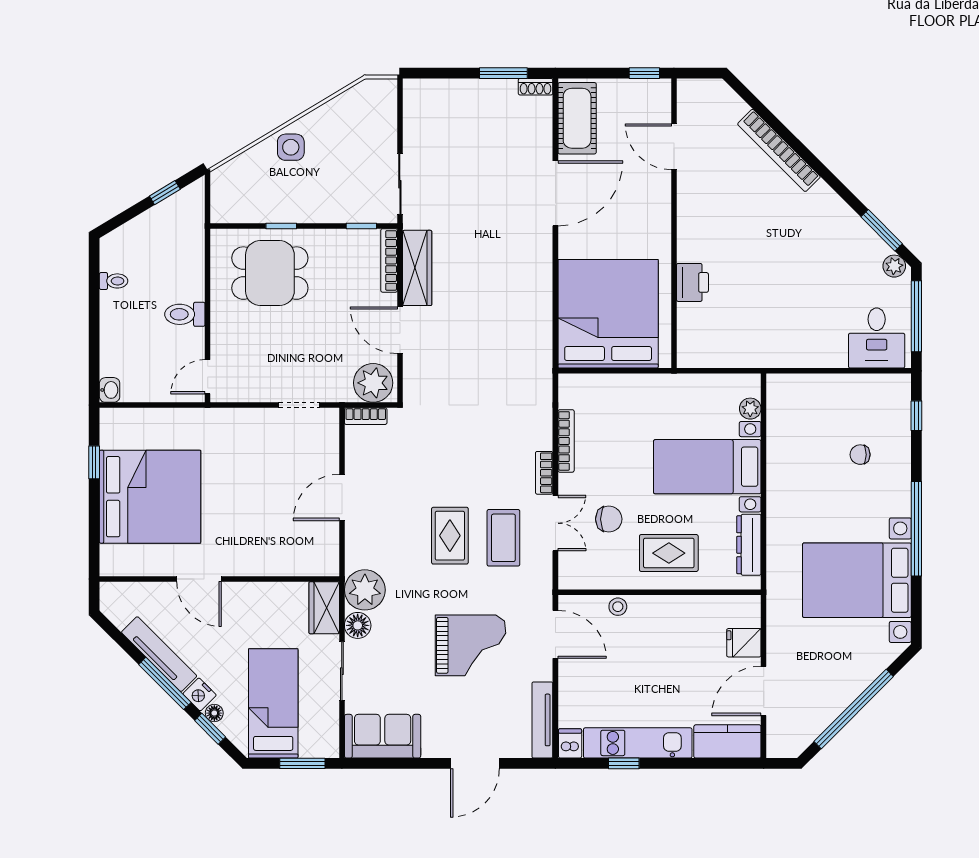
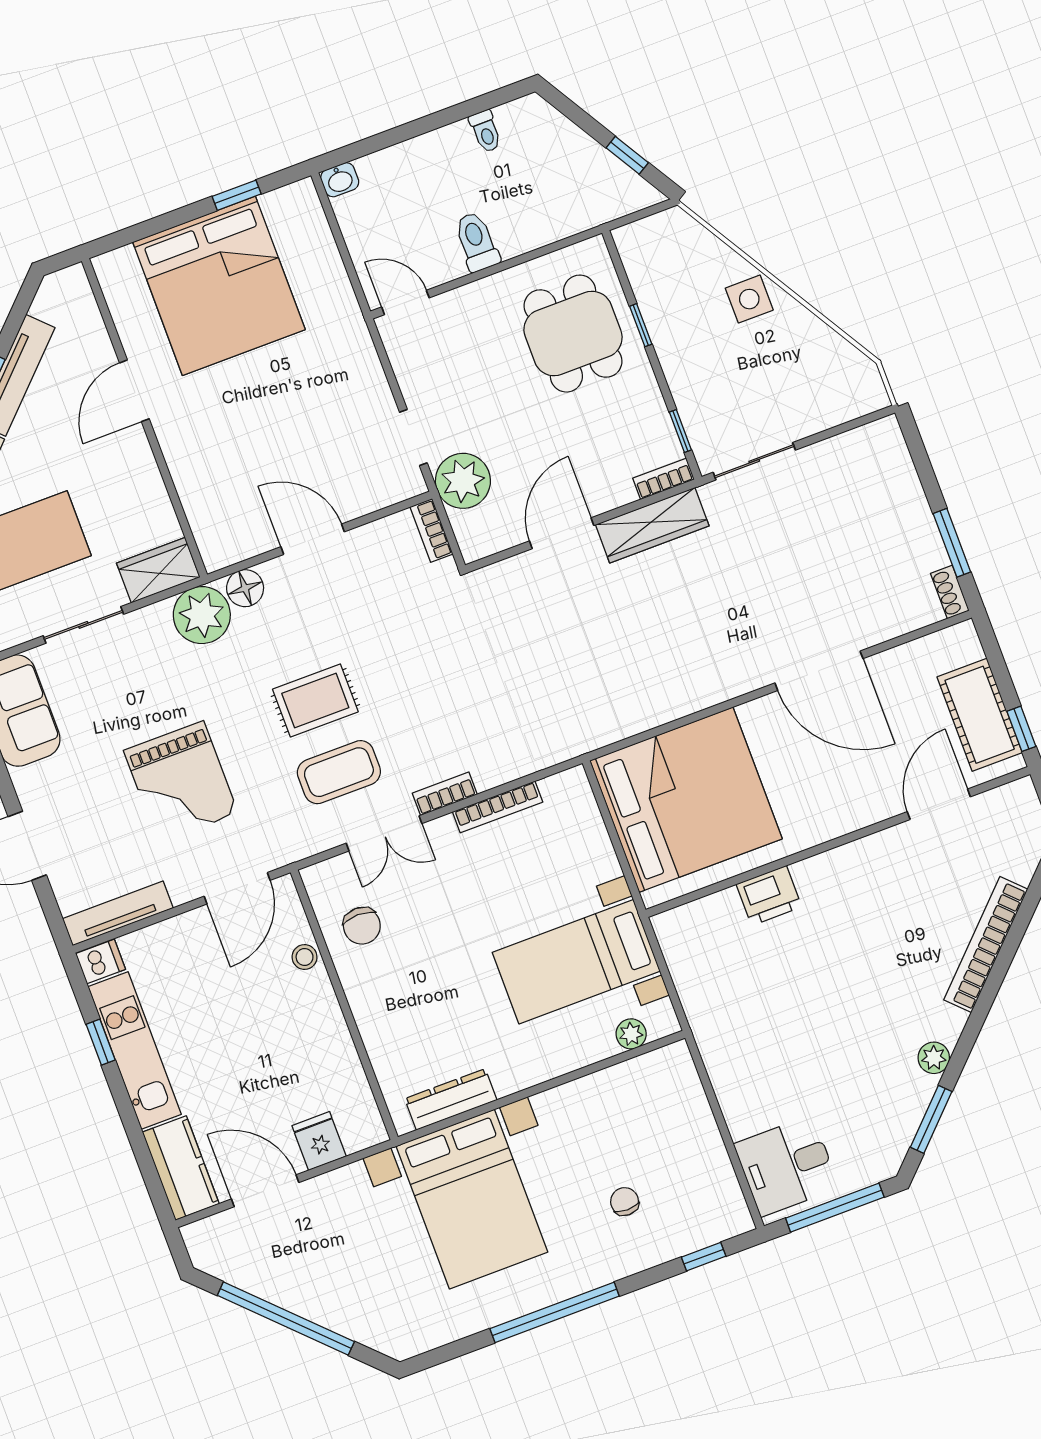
cot: (577, 118) -> (980, 715), moved, turned 90
bookcase: (389, 260) -> (664, 479), width x0.64
plant: (894, 266) -> (934, 1058), moved
plant: (373, 383) -> (463, 481), moved
bed with nightstands: (707, 467) -> (576, 962), moved, turned -90
chair: (609, 519) -> (362, 926), moved
rug: (669, 553) -> (400, 998), removed
bed with nightstands: (857, 580) -> (472, 1199), moved, turned 180
floor lamp: (358, 625) -> (245, 588), moved

